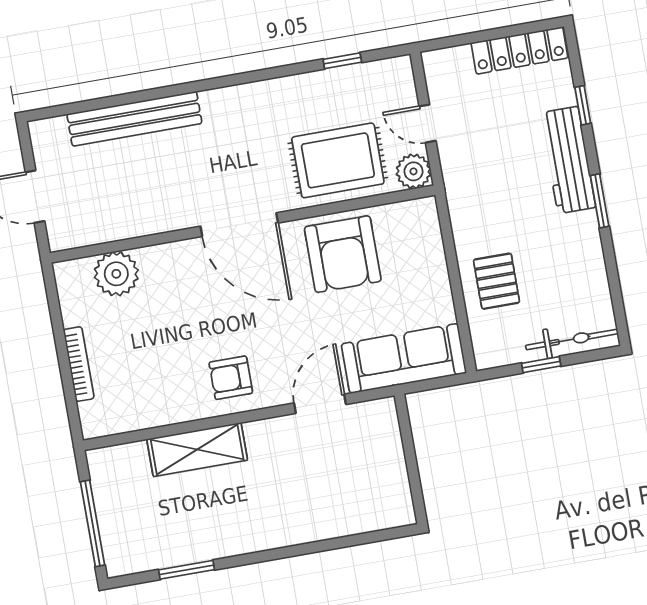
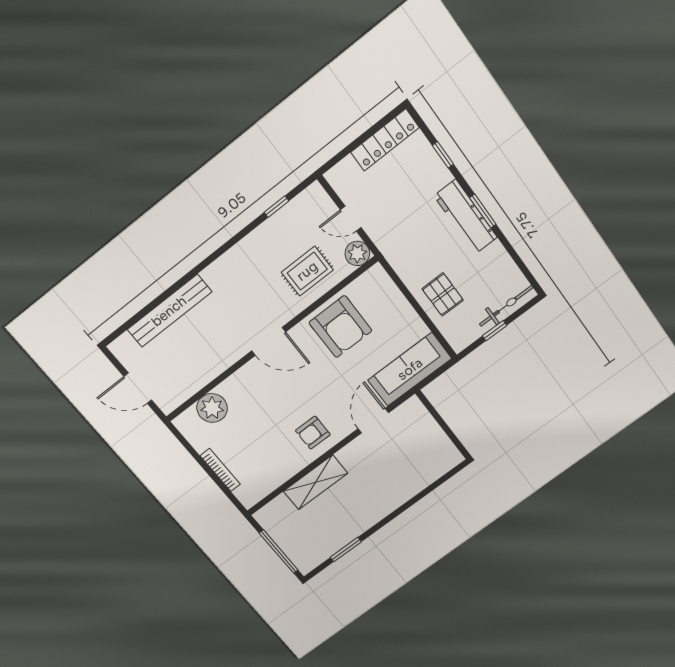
rug: (338, 160) -> (307, 271), width x0.73, depth x0.70
workbench: (568, 160) -> (466, 217), moved
door: (239, 225) -> (269, 341), width x0.73

